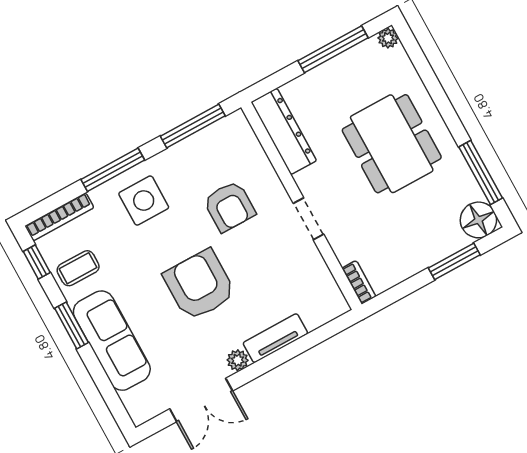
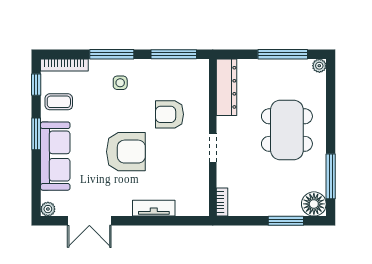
side table: (144, 201) -> (120, 83), width x0.54, depth x0.54
armchair: (229, 206) -> (169, 114), turned 90
armchair: (200, 285) -> (126, 152), turned 90
plant: (238, 360) -> (48, 209), moved

